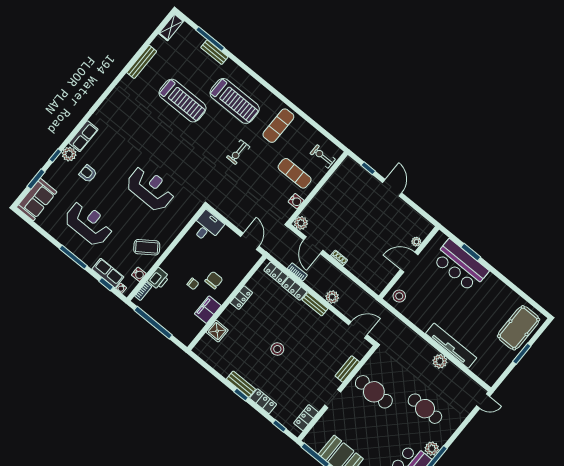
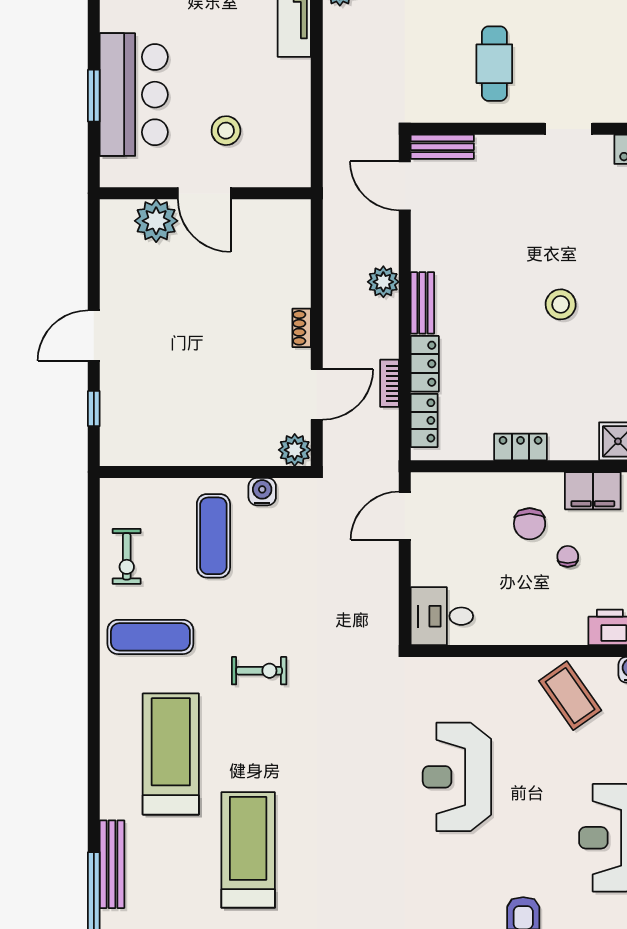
bench: (214, 52) -> (112, 864), width x1.36
exercise bike: (323, 156) -> (127, 556), moved
plant: (416, 242) -> (156, 221), width x1.88, depth x1.88
chair: (214, 280) -> (530, 524), turned -90
stool: (399, 296) -> (226, 131), moved
bench: (347, 369) -> (442, 147), moved
cafe table: (374, 392) -> (494, 64), width x0.73, depth x0.74

